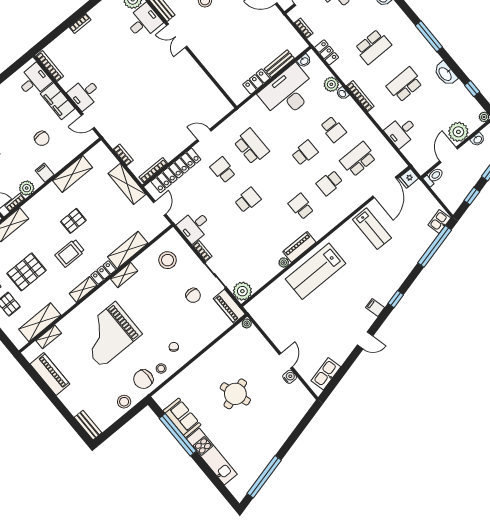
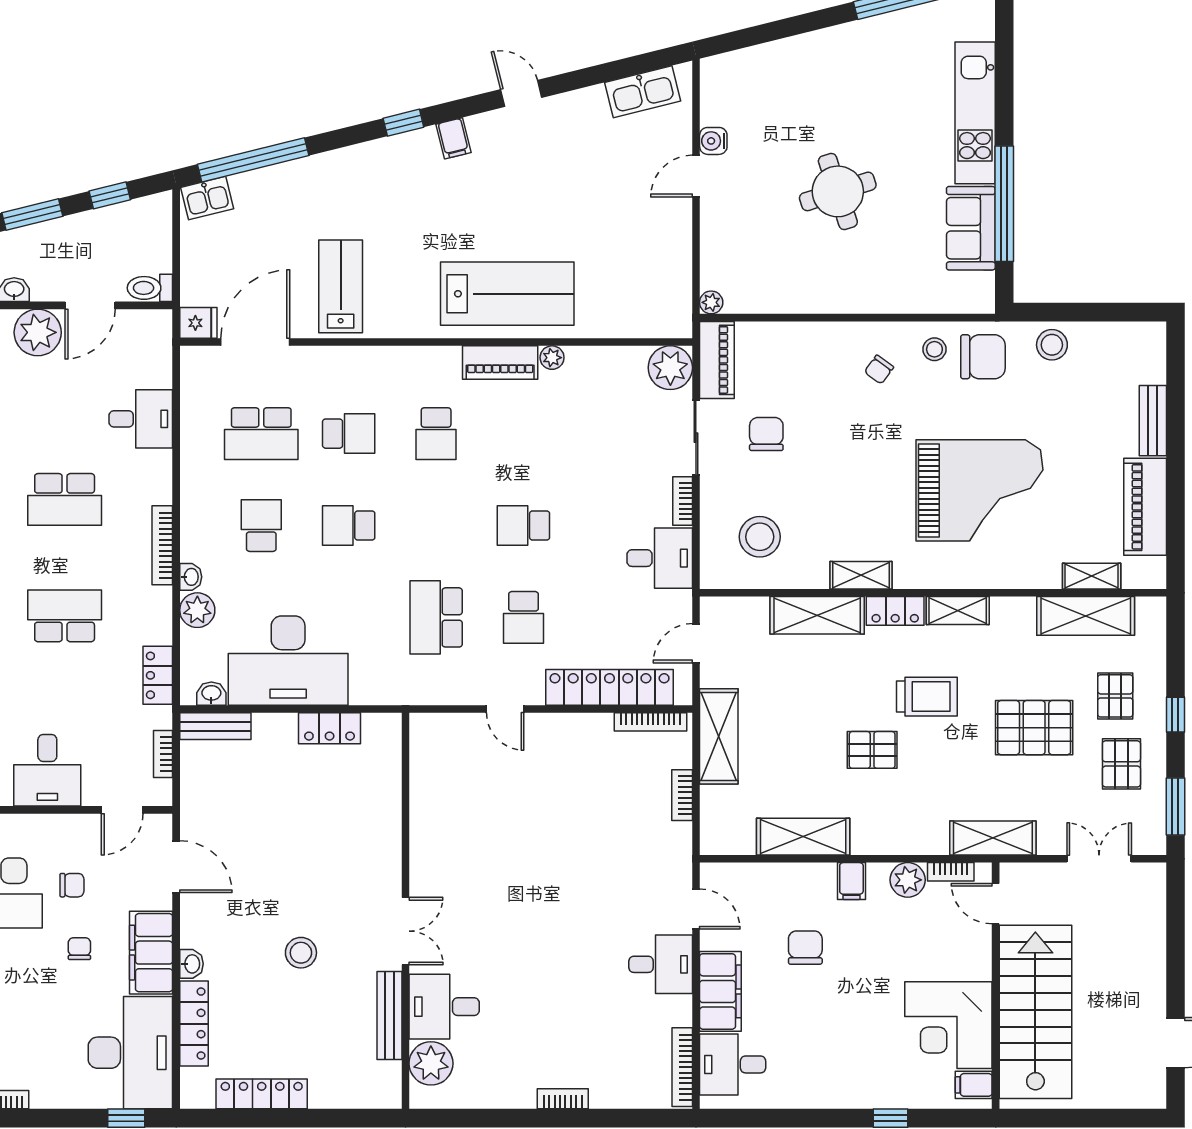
bench: (279, 64) -> (215, 726), moved
bench: (88, 425) -> (1153, 421), moved

